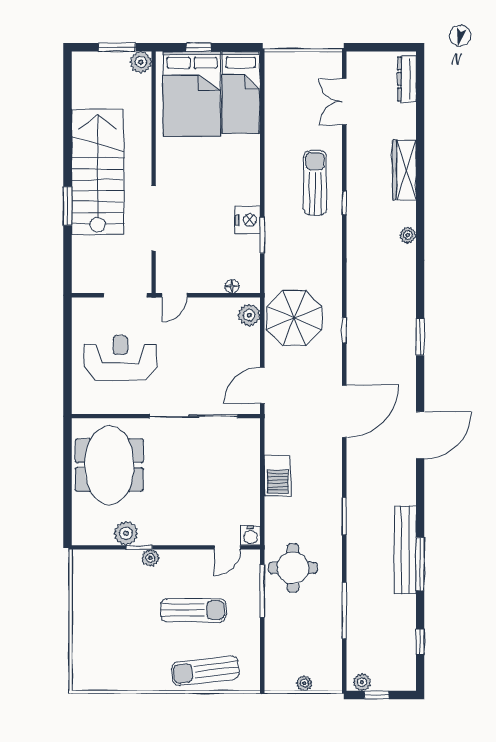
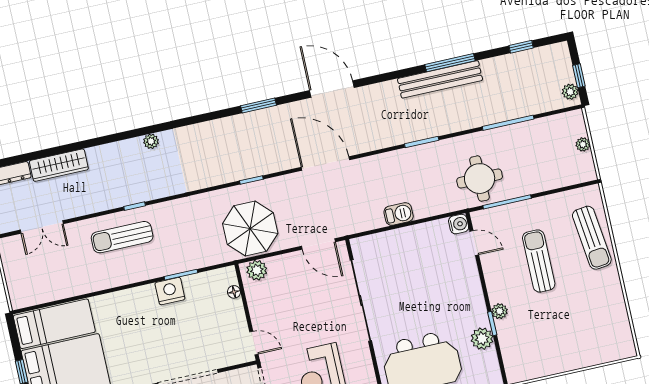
wardrobe: (404, 170) -> (59, 165), moved
window: (420, 337) -> (258, 105), moved
barbecue: (278, 475) -> (399, 214), width x0.73, depth x0.79

